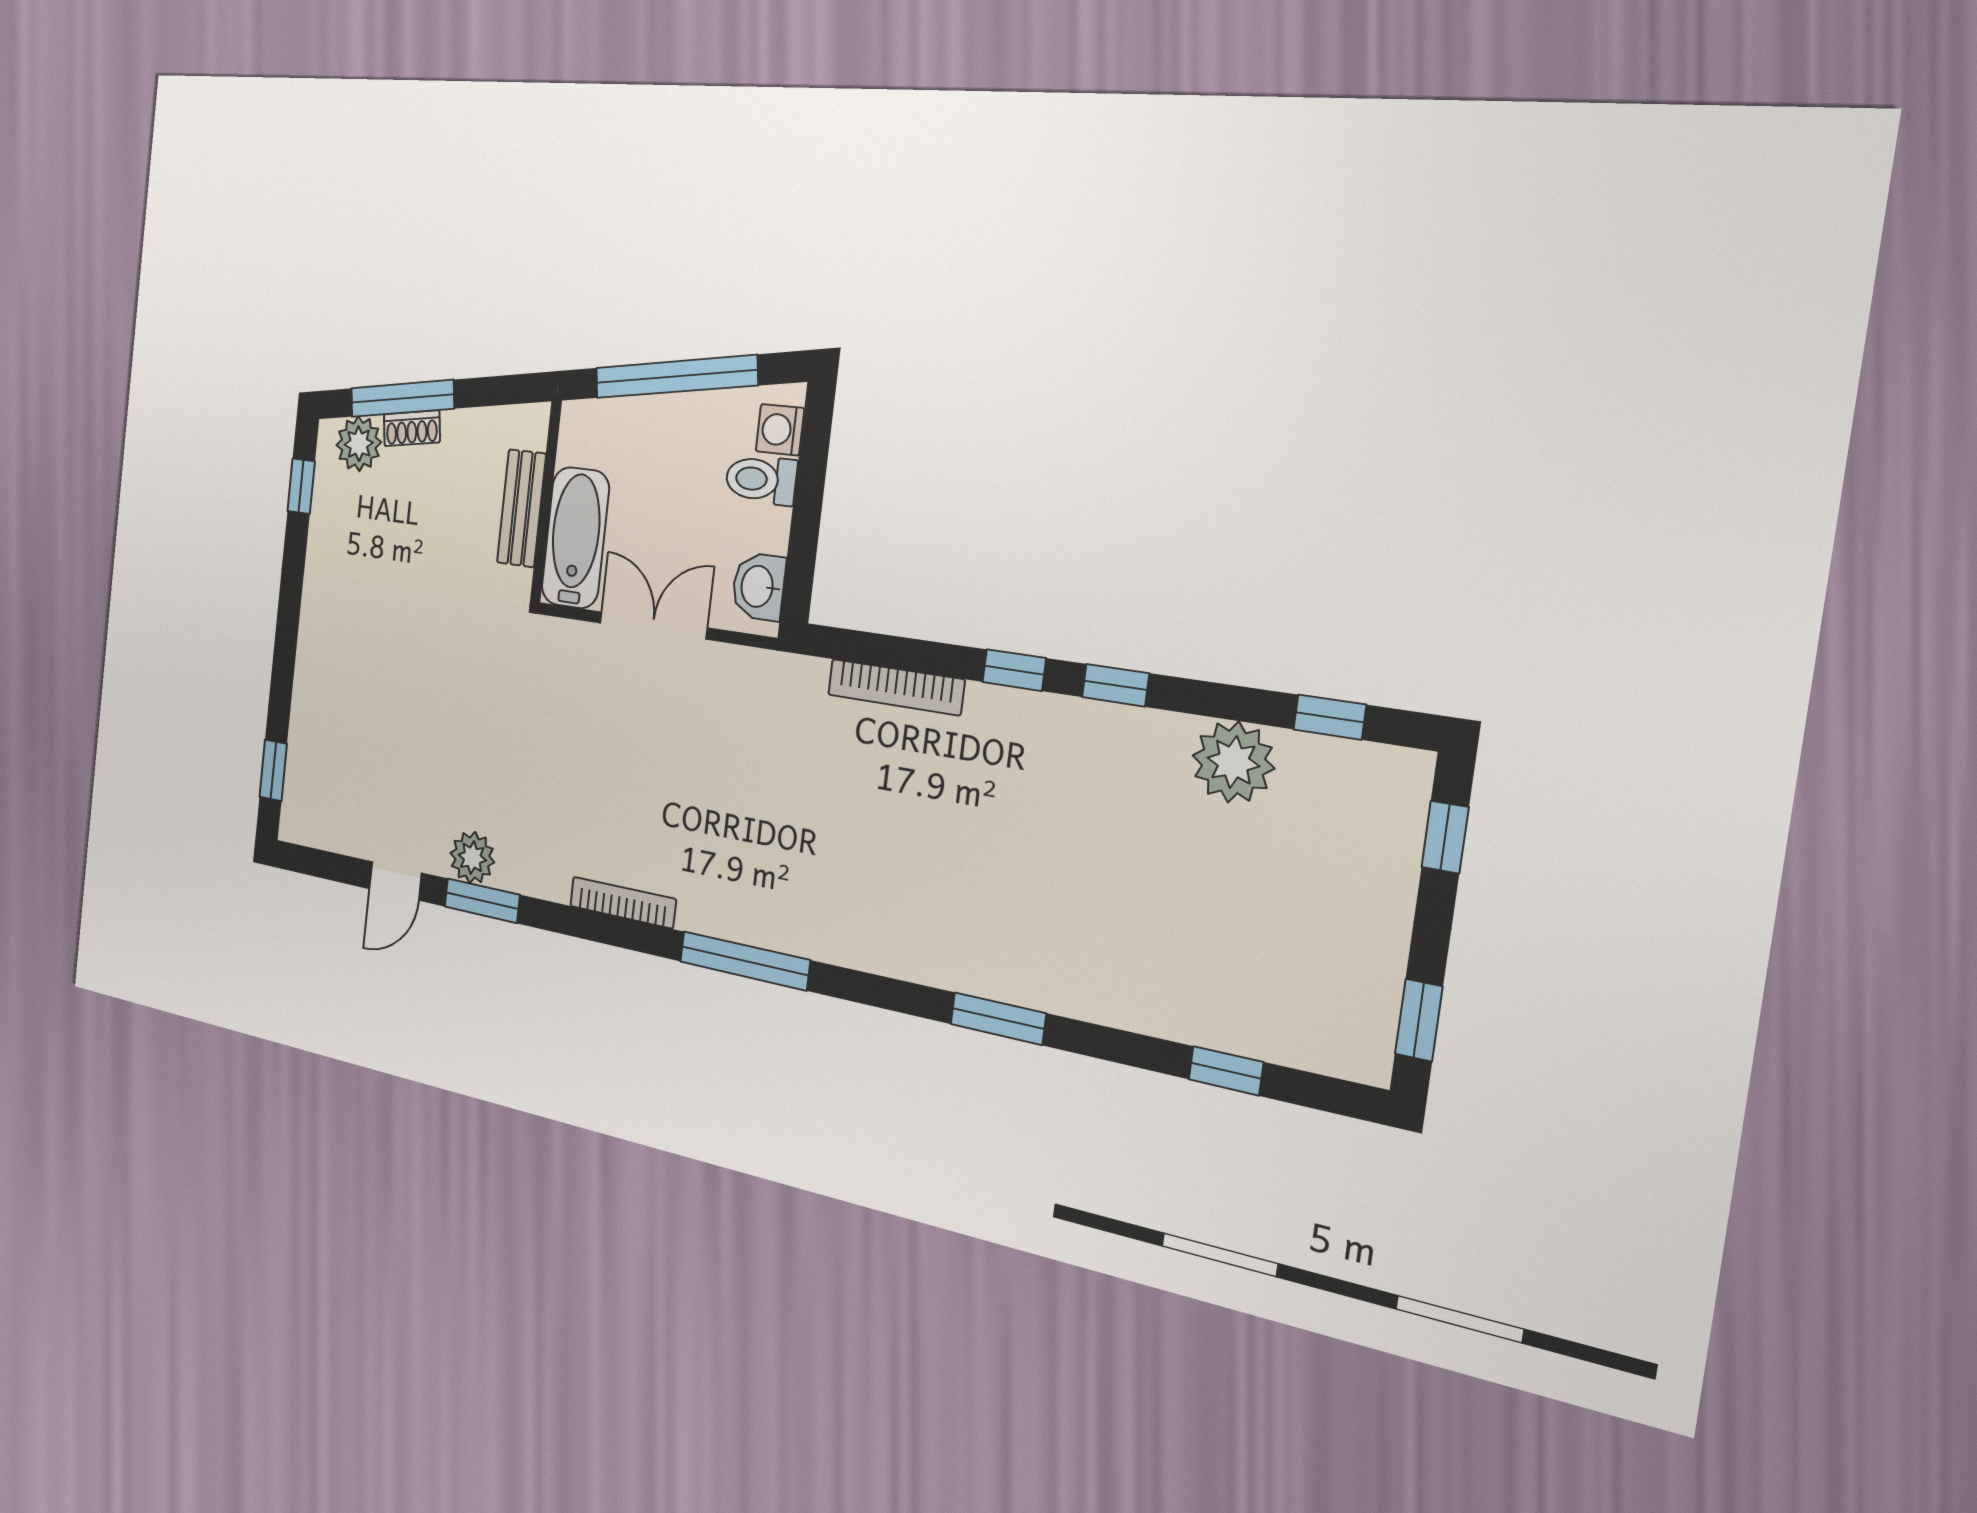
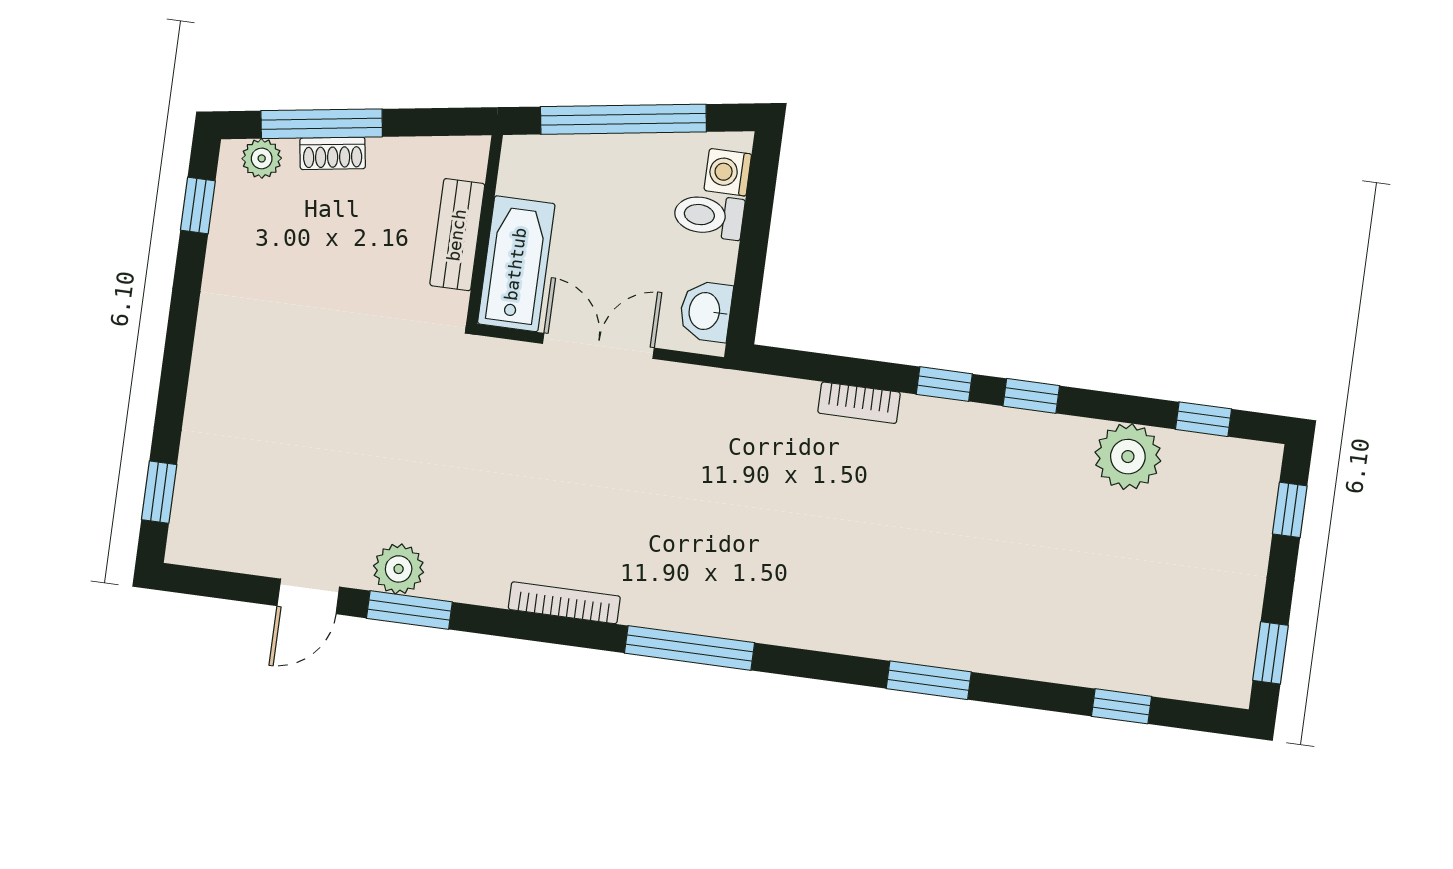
plant: (359, 444) -> (262, 158), width x0.73, depth x0.73
bookcase: (896, 687) -> (859, 403), width x0.64

